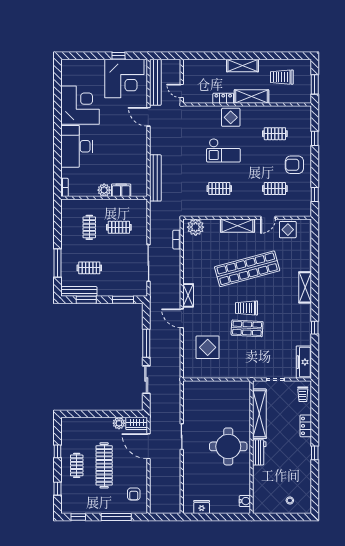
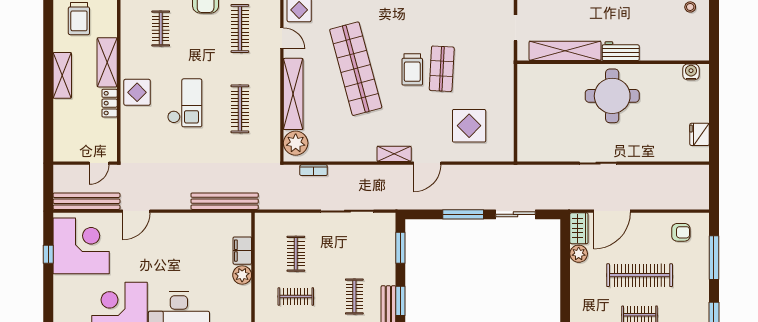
clothes rail: (219, 189) -> (240, 109), width x1.36
clothes rail: (275, 189) -> (240, 28), width x1.36
shelving: (237, 226) -> (293, 94), width x1.47

